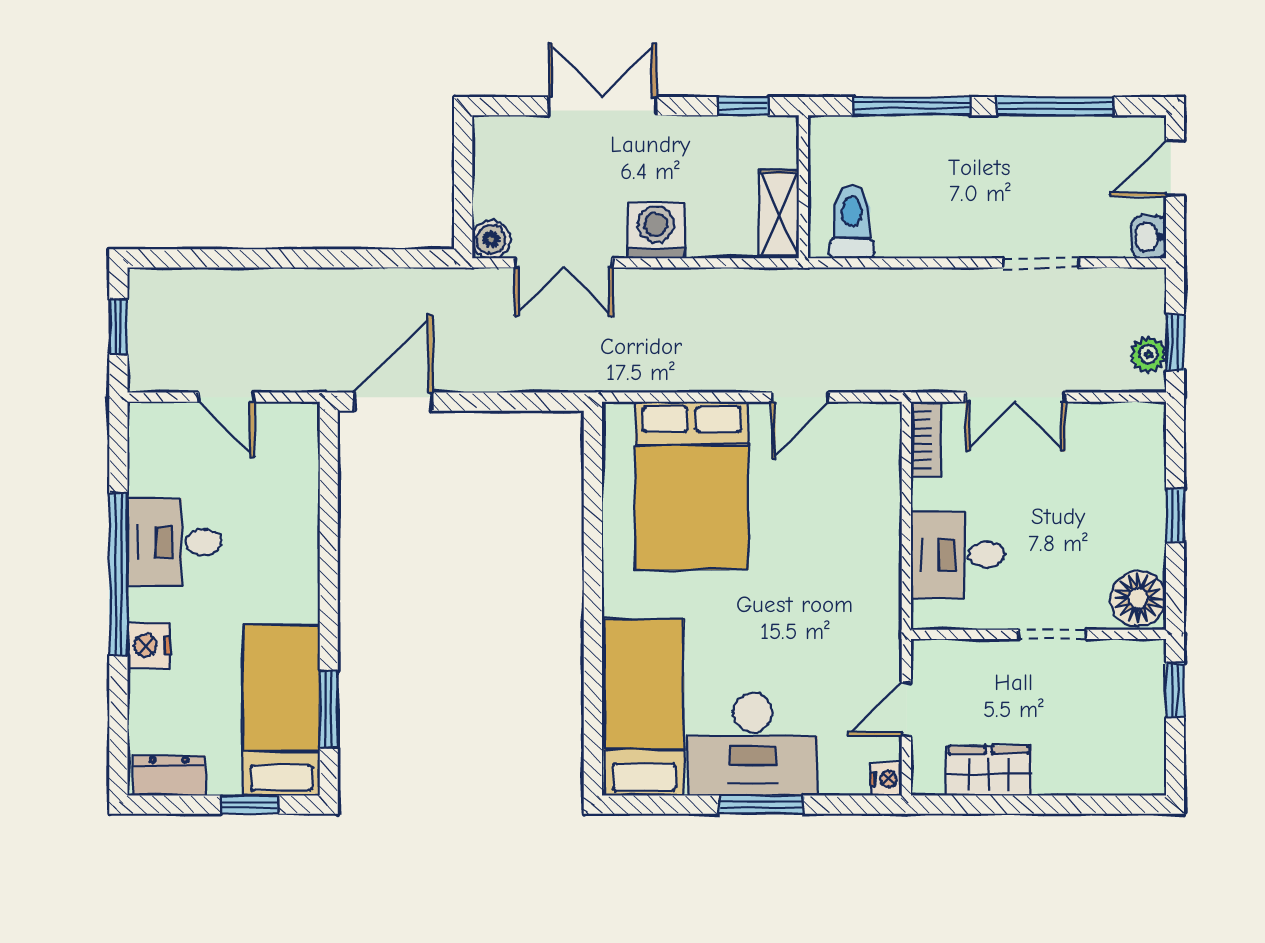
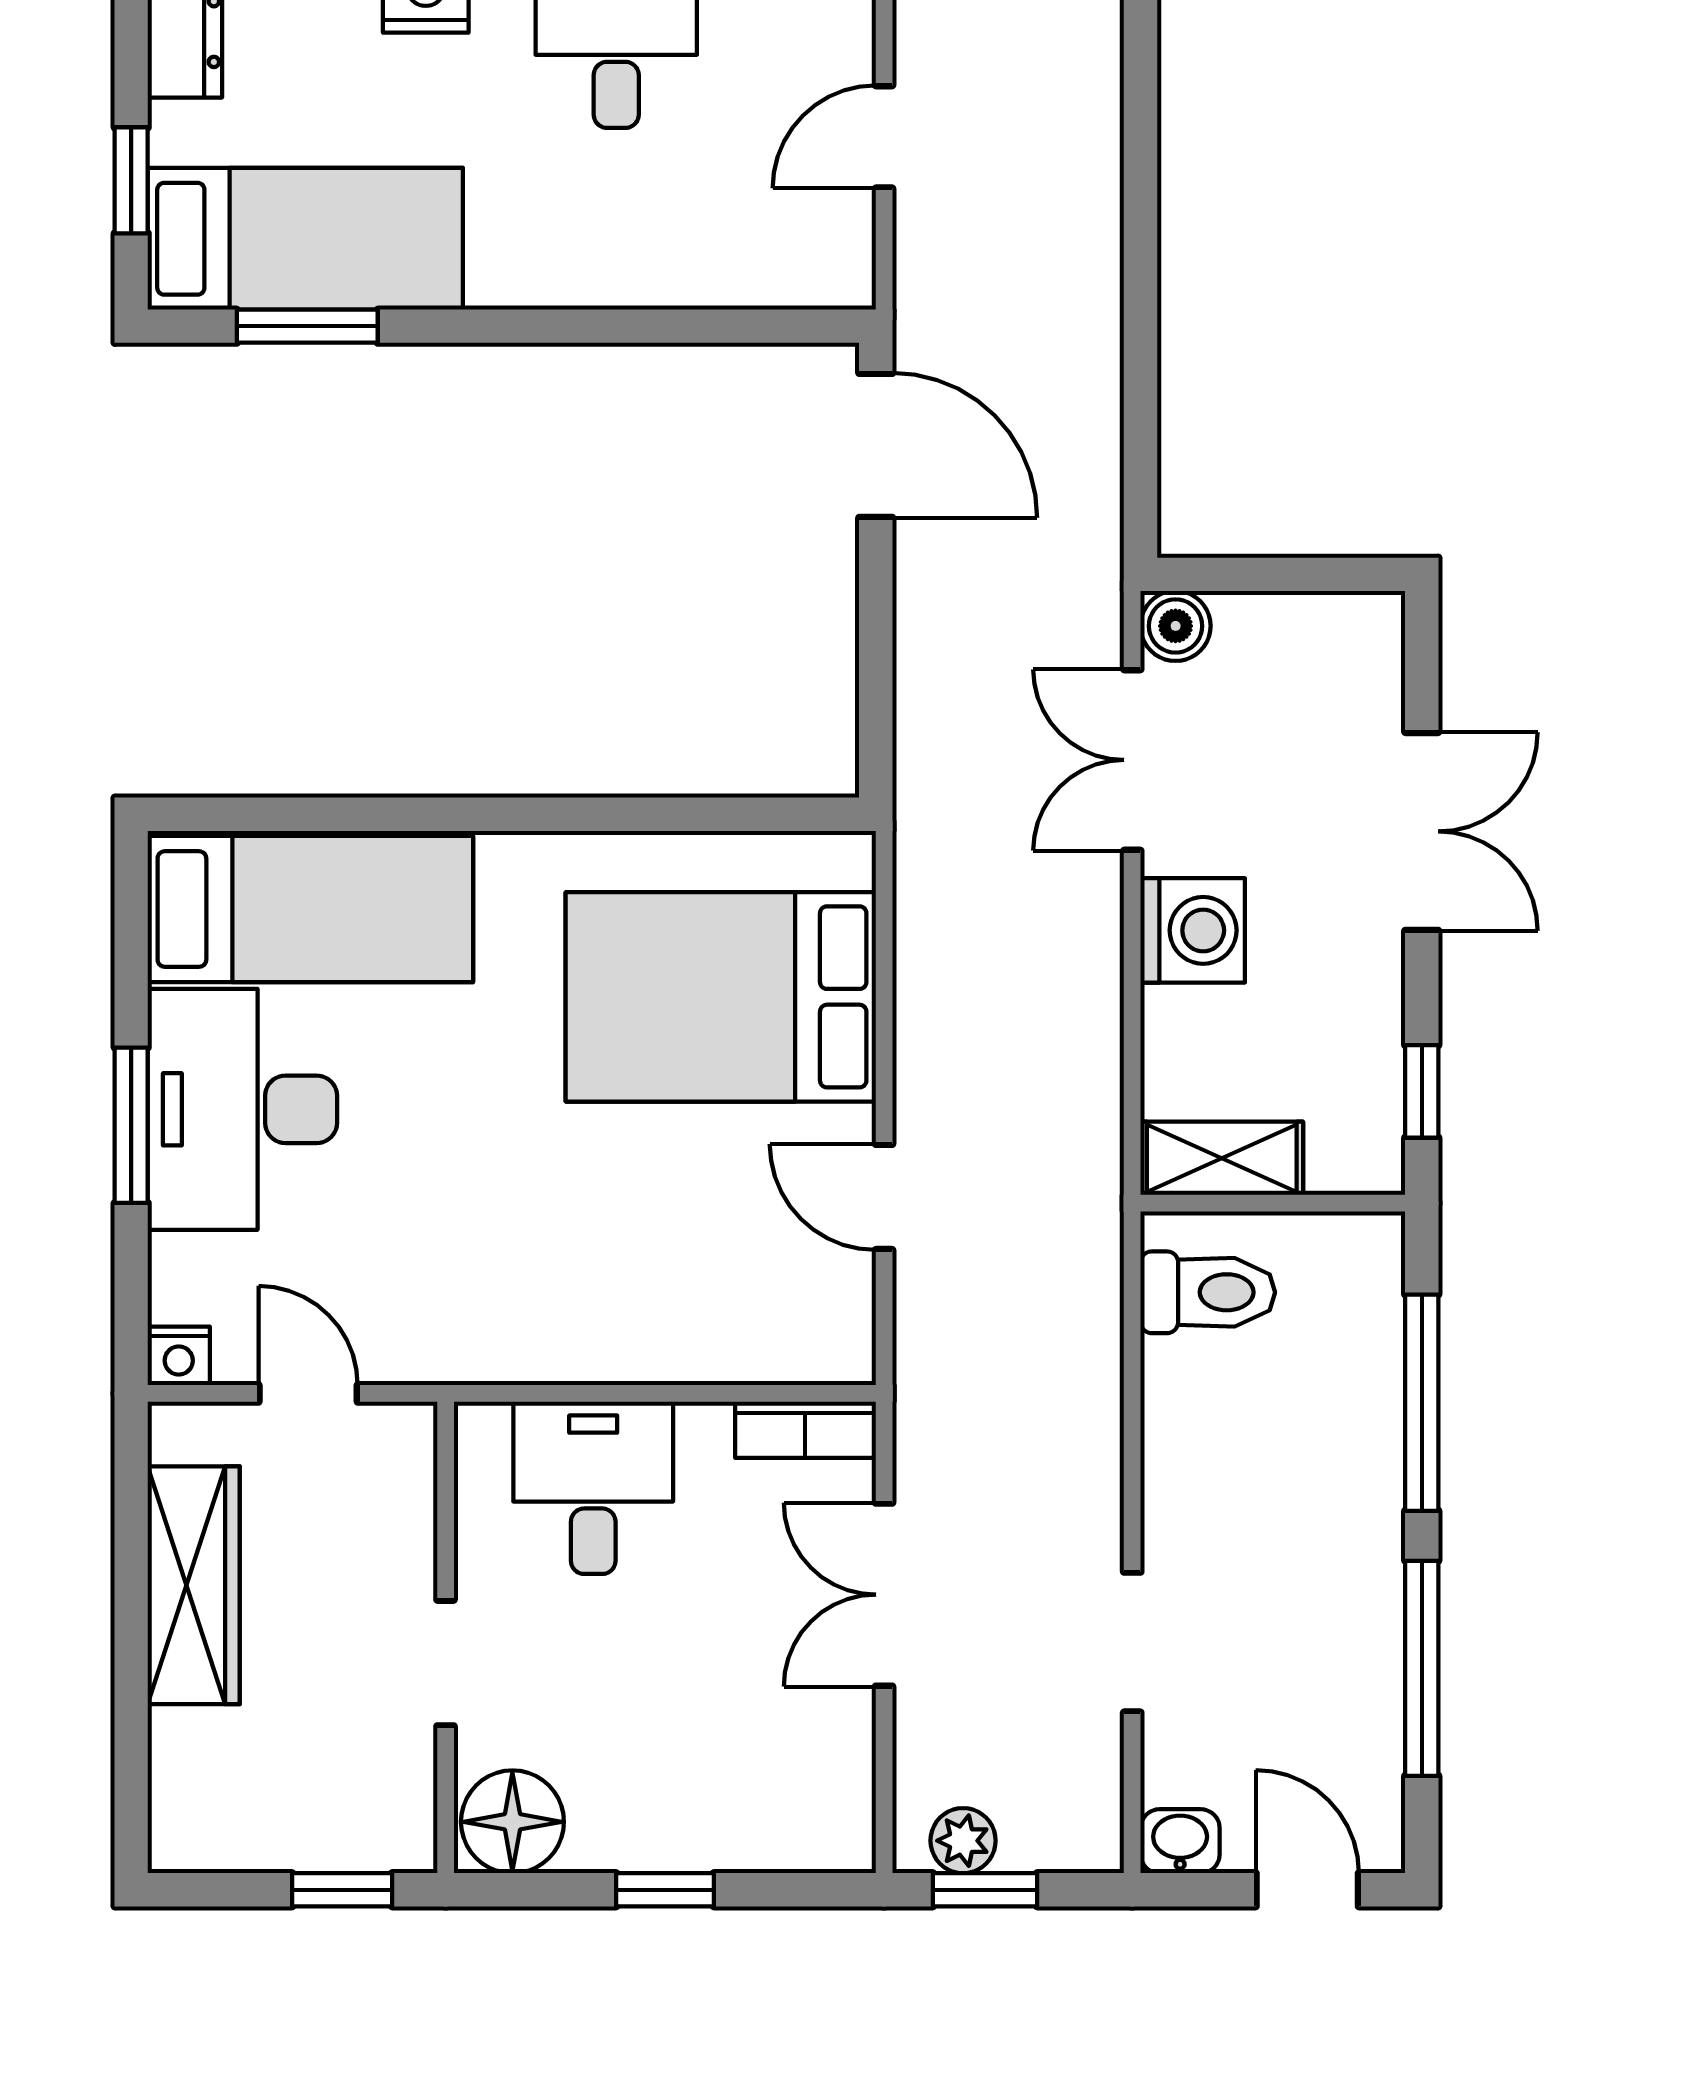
wardrobe: (989, 771) -> (194, 1585), width x1.50

